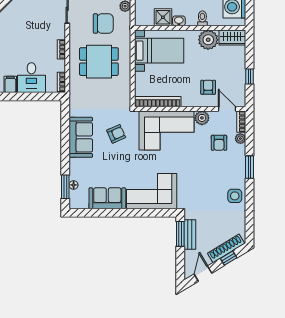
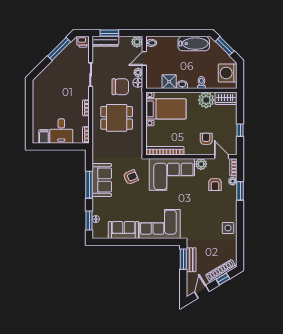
floor lamp: (125, 19) -> (138, 83), added
window: (65, 143) -> (89, 185), added
window: (249, 167) -> (240, 191), moved

